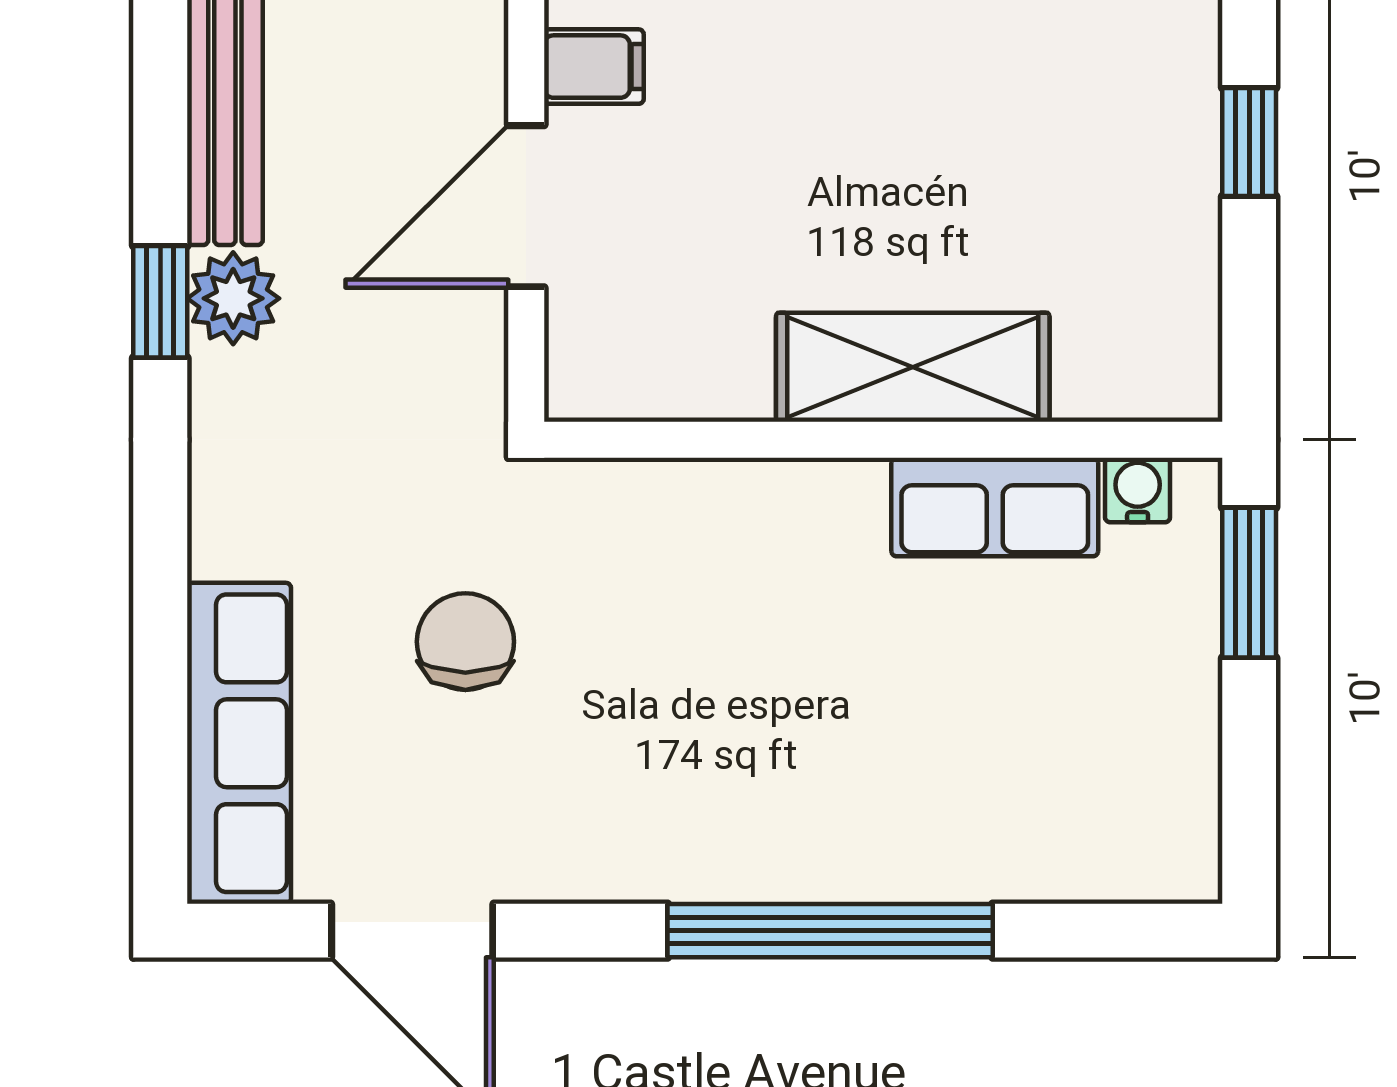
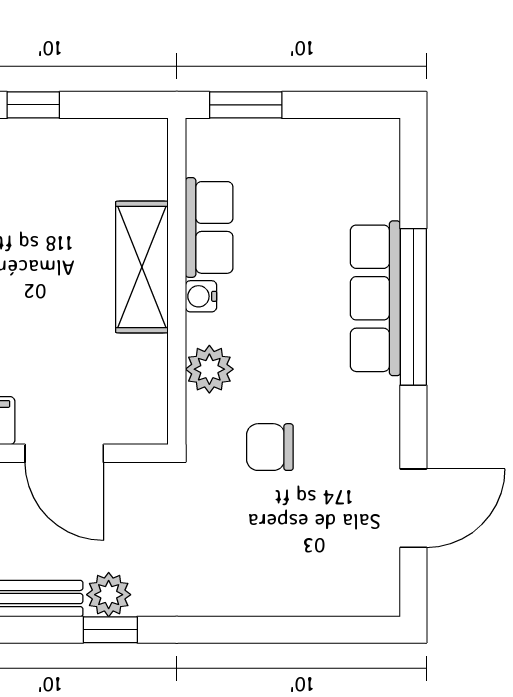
water cooler: (1138, 490) -> (201, 296), moved
plant: (701, 507) -> (209, 369), added
chair: (465, 642) -> (270, 447), moved
row of seats: (239, 743) -> (375, 298), moved, turned -90

